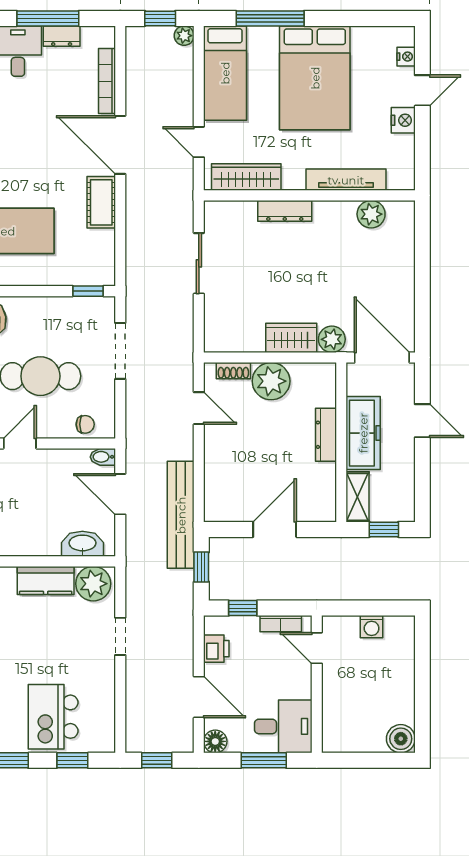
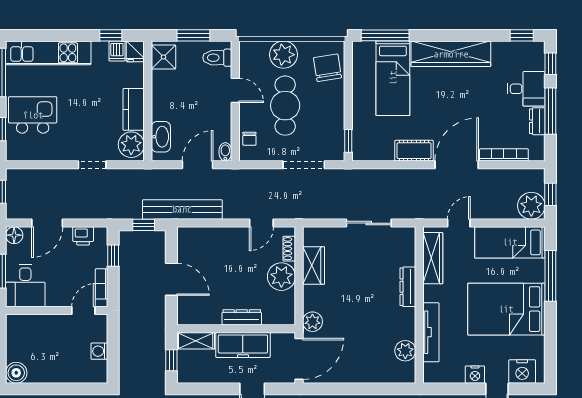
plant: (184, 36) -> (531, 206), width x1.87, depth x1.87
nightstand: (406, 57) -> (522, 372), width x1.89, depth x1.79
wardrobe: (291, 338) -> (314, 265), moved

